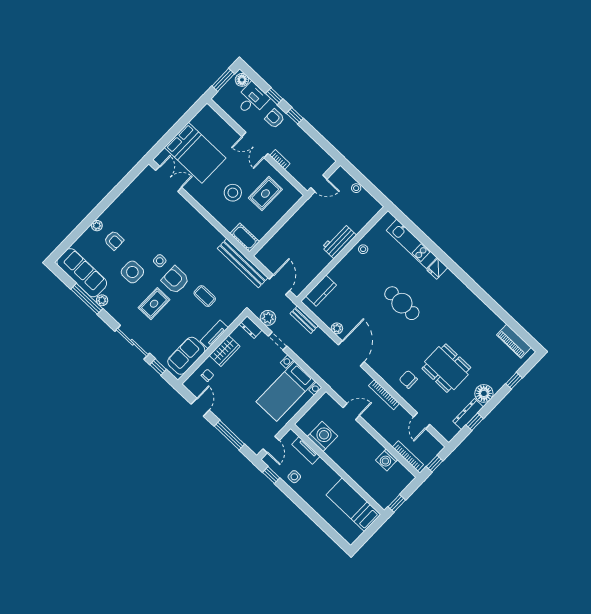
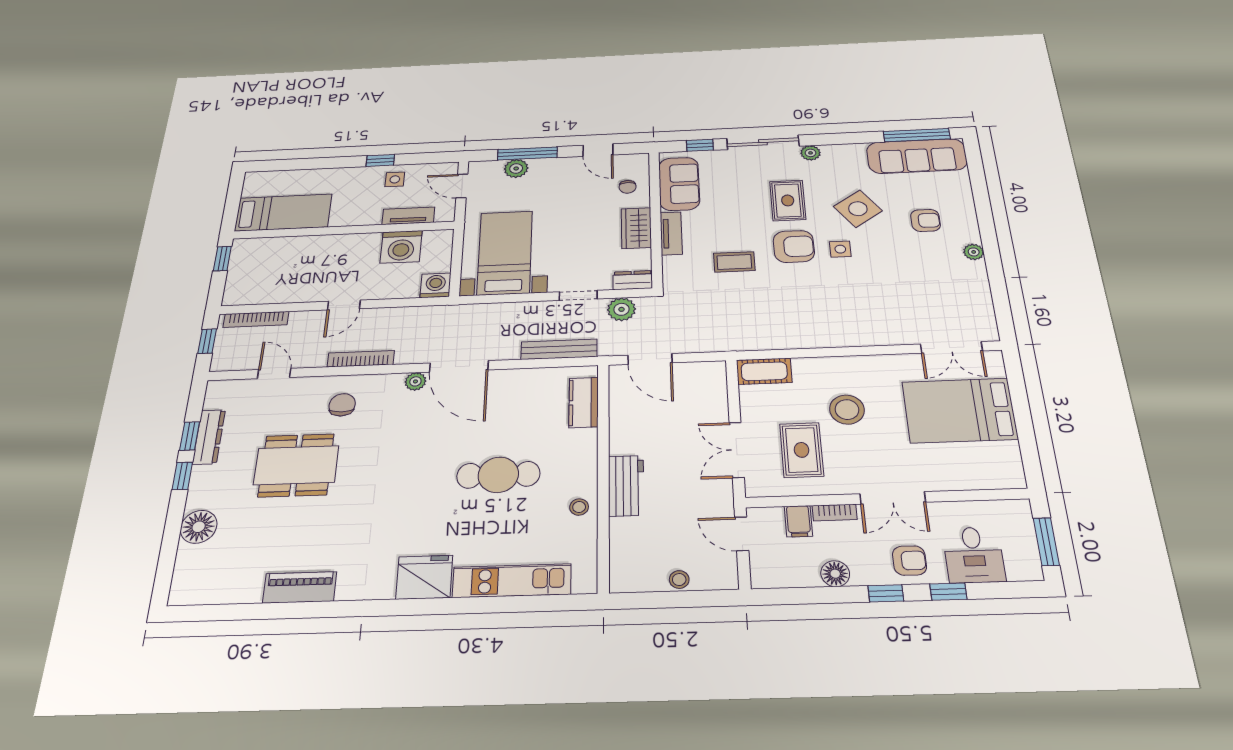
floor lamp: (242, 80) -> (835, 574), moved
double door: (255, 145) -> (893, 498), swing flipped
filing cabinet: (295, 169) -> (798, 521), added
door: (319, 183) -> (742, 534), hinge flipped
double door: (287, 216) -> (737, 450), added
plant: (97, 226) -> (974, 252), moved
armchair: (114, 240) -> (925, 220), turned 180
bench: (243, 263) -> (730, 340), removed
fridge: (437, 269) -> (424, 577), width x1.88, depth x1.34
side table: (132, 272) -> (858, 209), turned -35
window: (87, 299) -> (917, 135), moved
plant: (102, 300) -> (811, 153), moved
cafe table: (402, 303) -> (498, 475), moved
bench: (304, 320) -> (559, 349), width x1.36
plant: (337, 328) -> (415, 381), moved
piano: (514, 341) -> (300, 587), moved
chair: (408, 379) -> (342, 405), turned -90
window: (514, 381) -> (182, 476), moved
floor lamp: (484, 393) -> (199, 527), moved
door: (351, 412) -> (344, 305), moved
plant: (241, 432) -> (516, 168), added
washing machine: (387, 460) -> (436, 285), moved
window: (271, 475) -> (380, 160), moved

